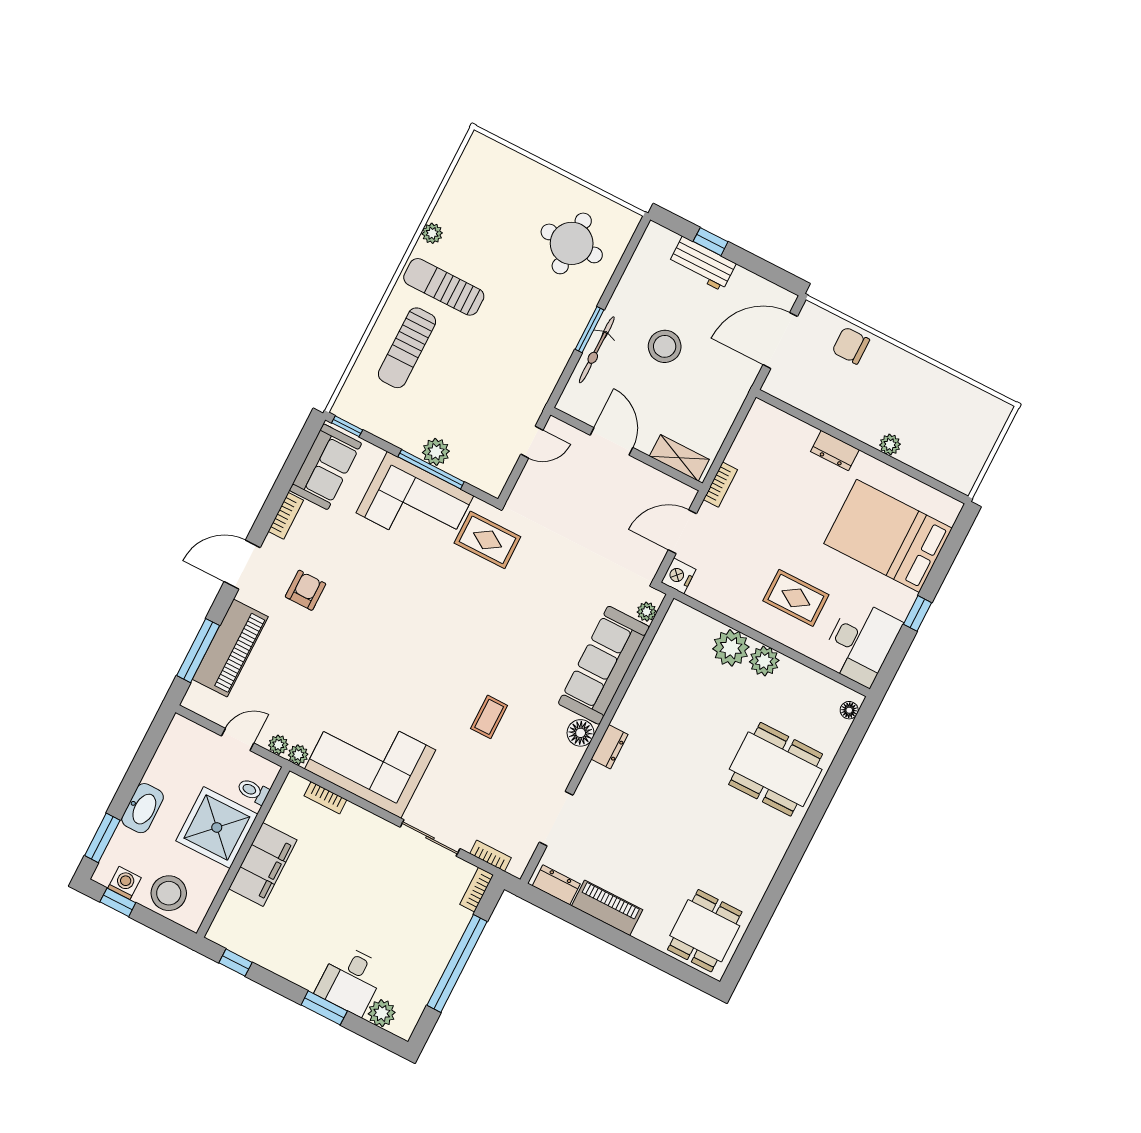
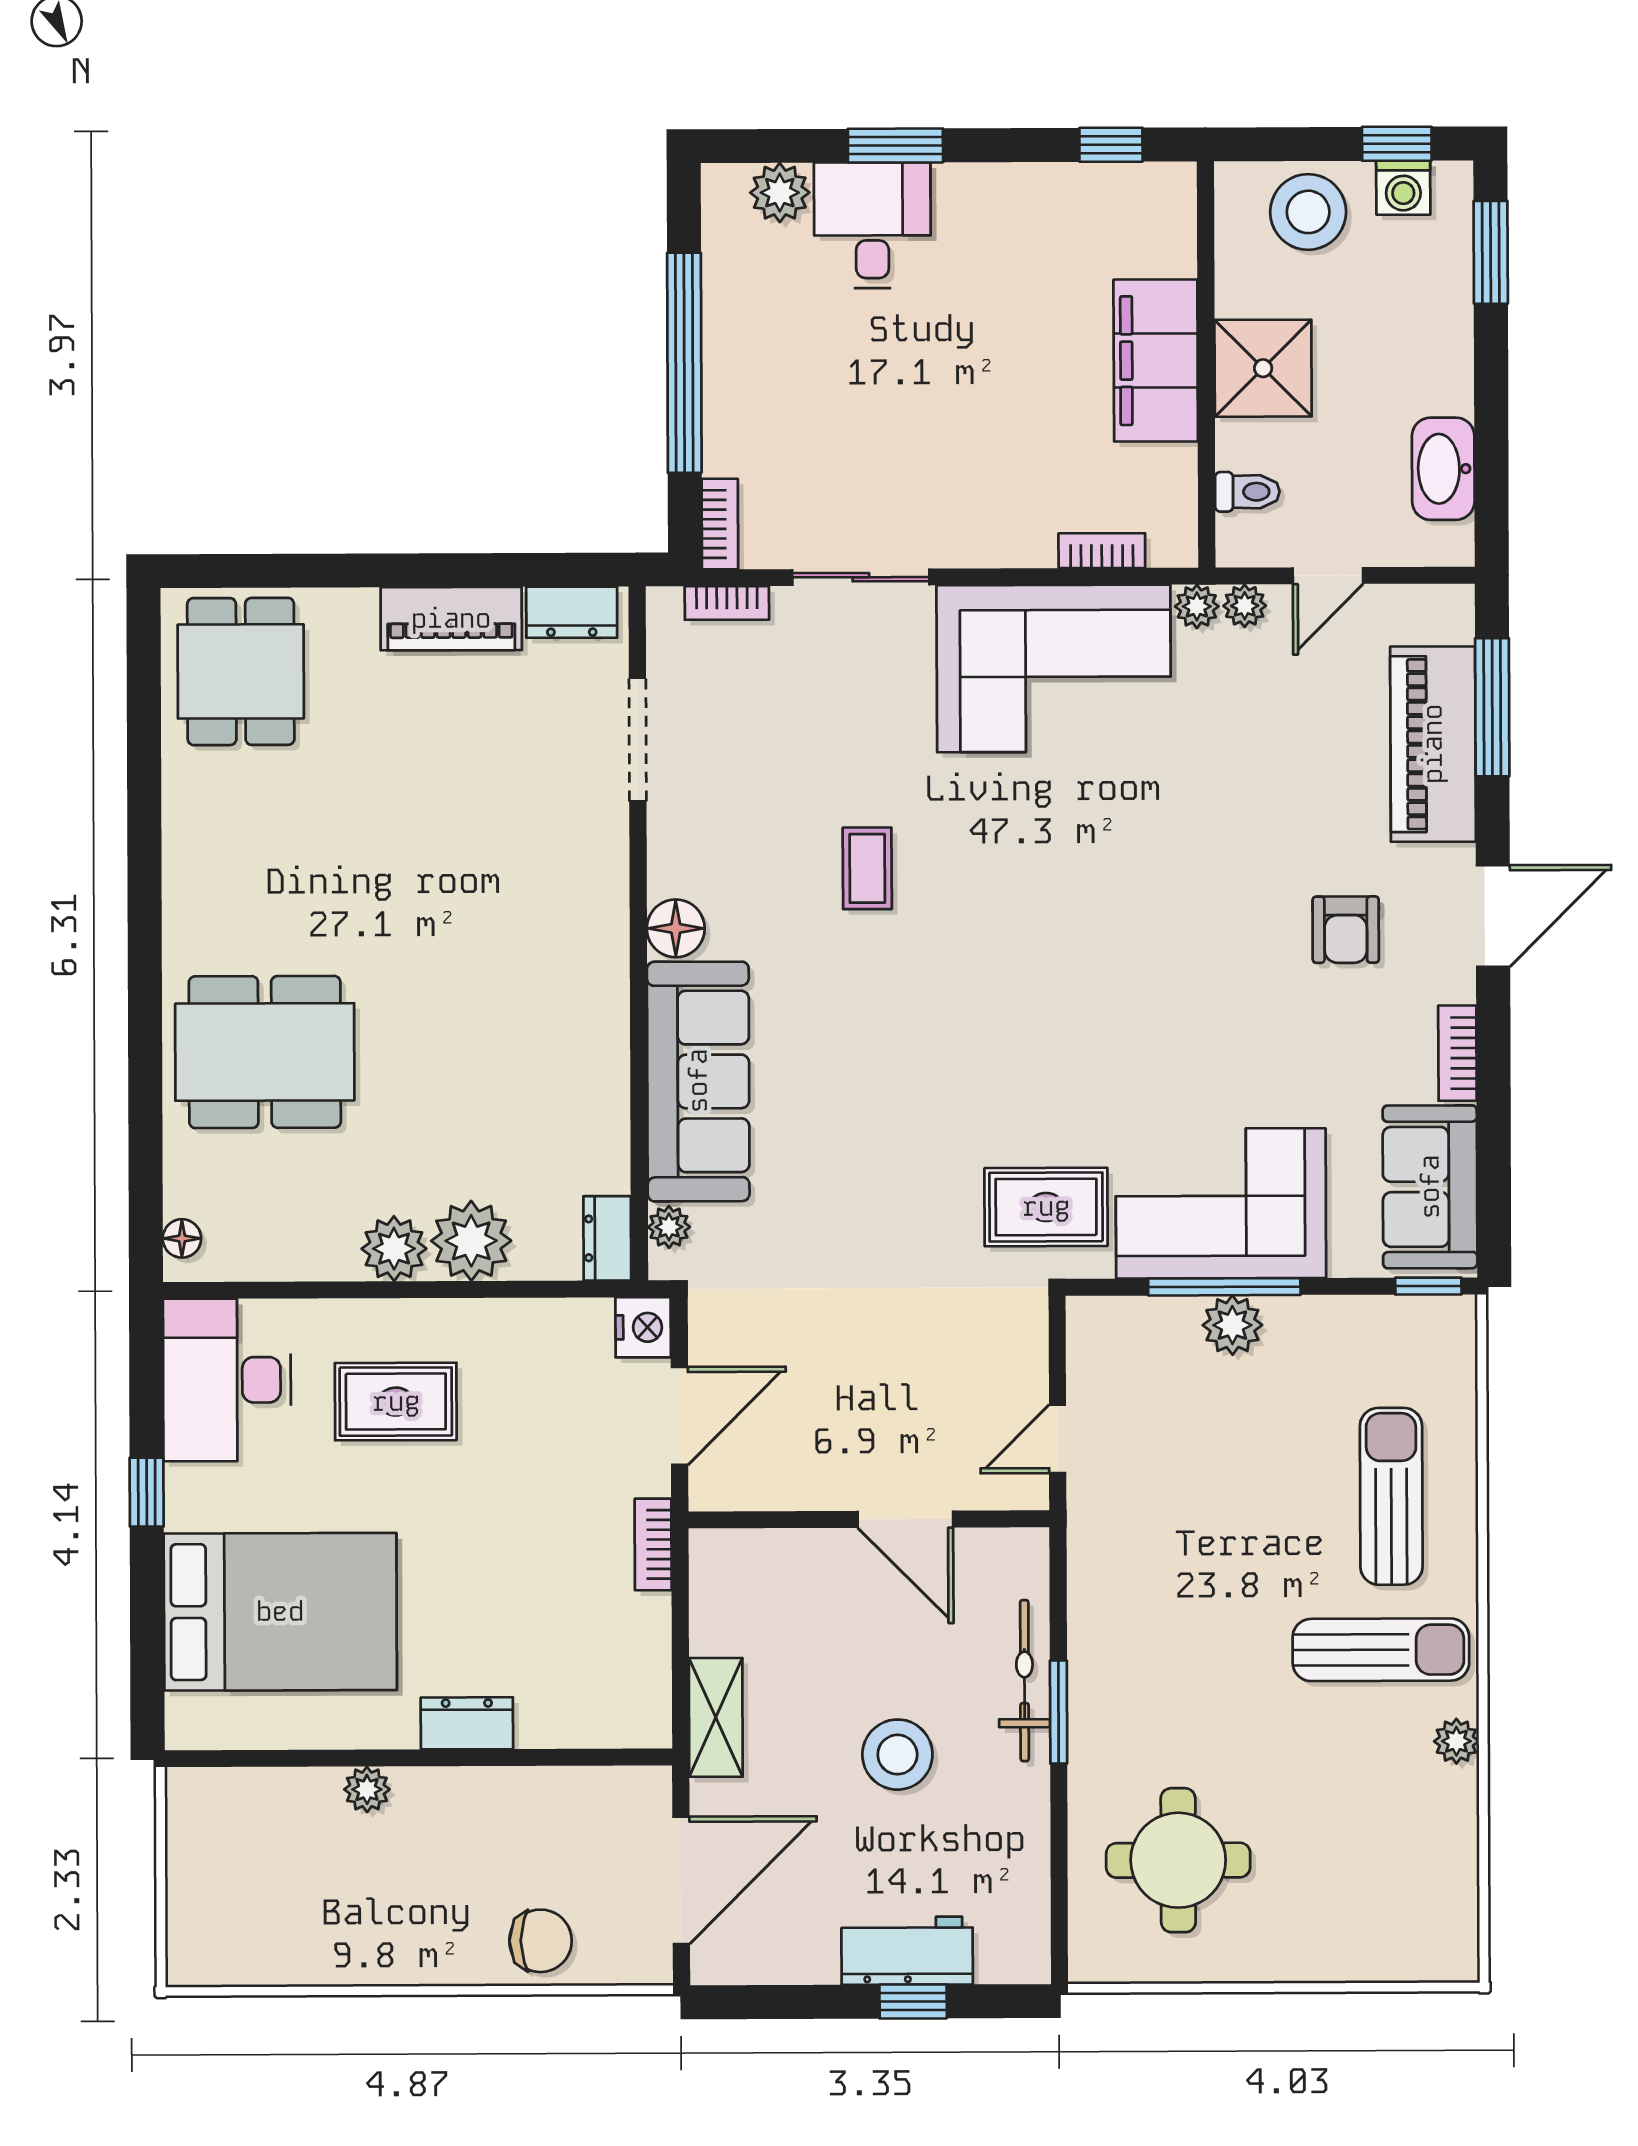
shelving: (679, 458) -> (716, 1717), moved, turned 90
dresser: (610, 747) -> (607, 1238), moved
washbasin: (143, 808) -> (1443, 469), moved
shower: (217, 827) -> (1263, 368), width x0.73, depth x0.73

